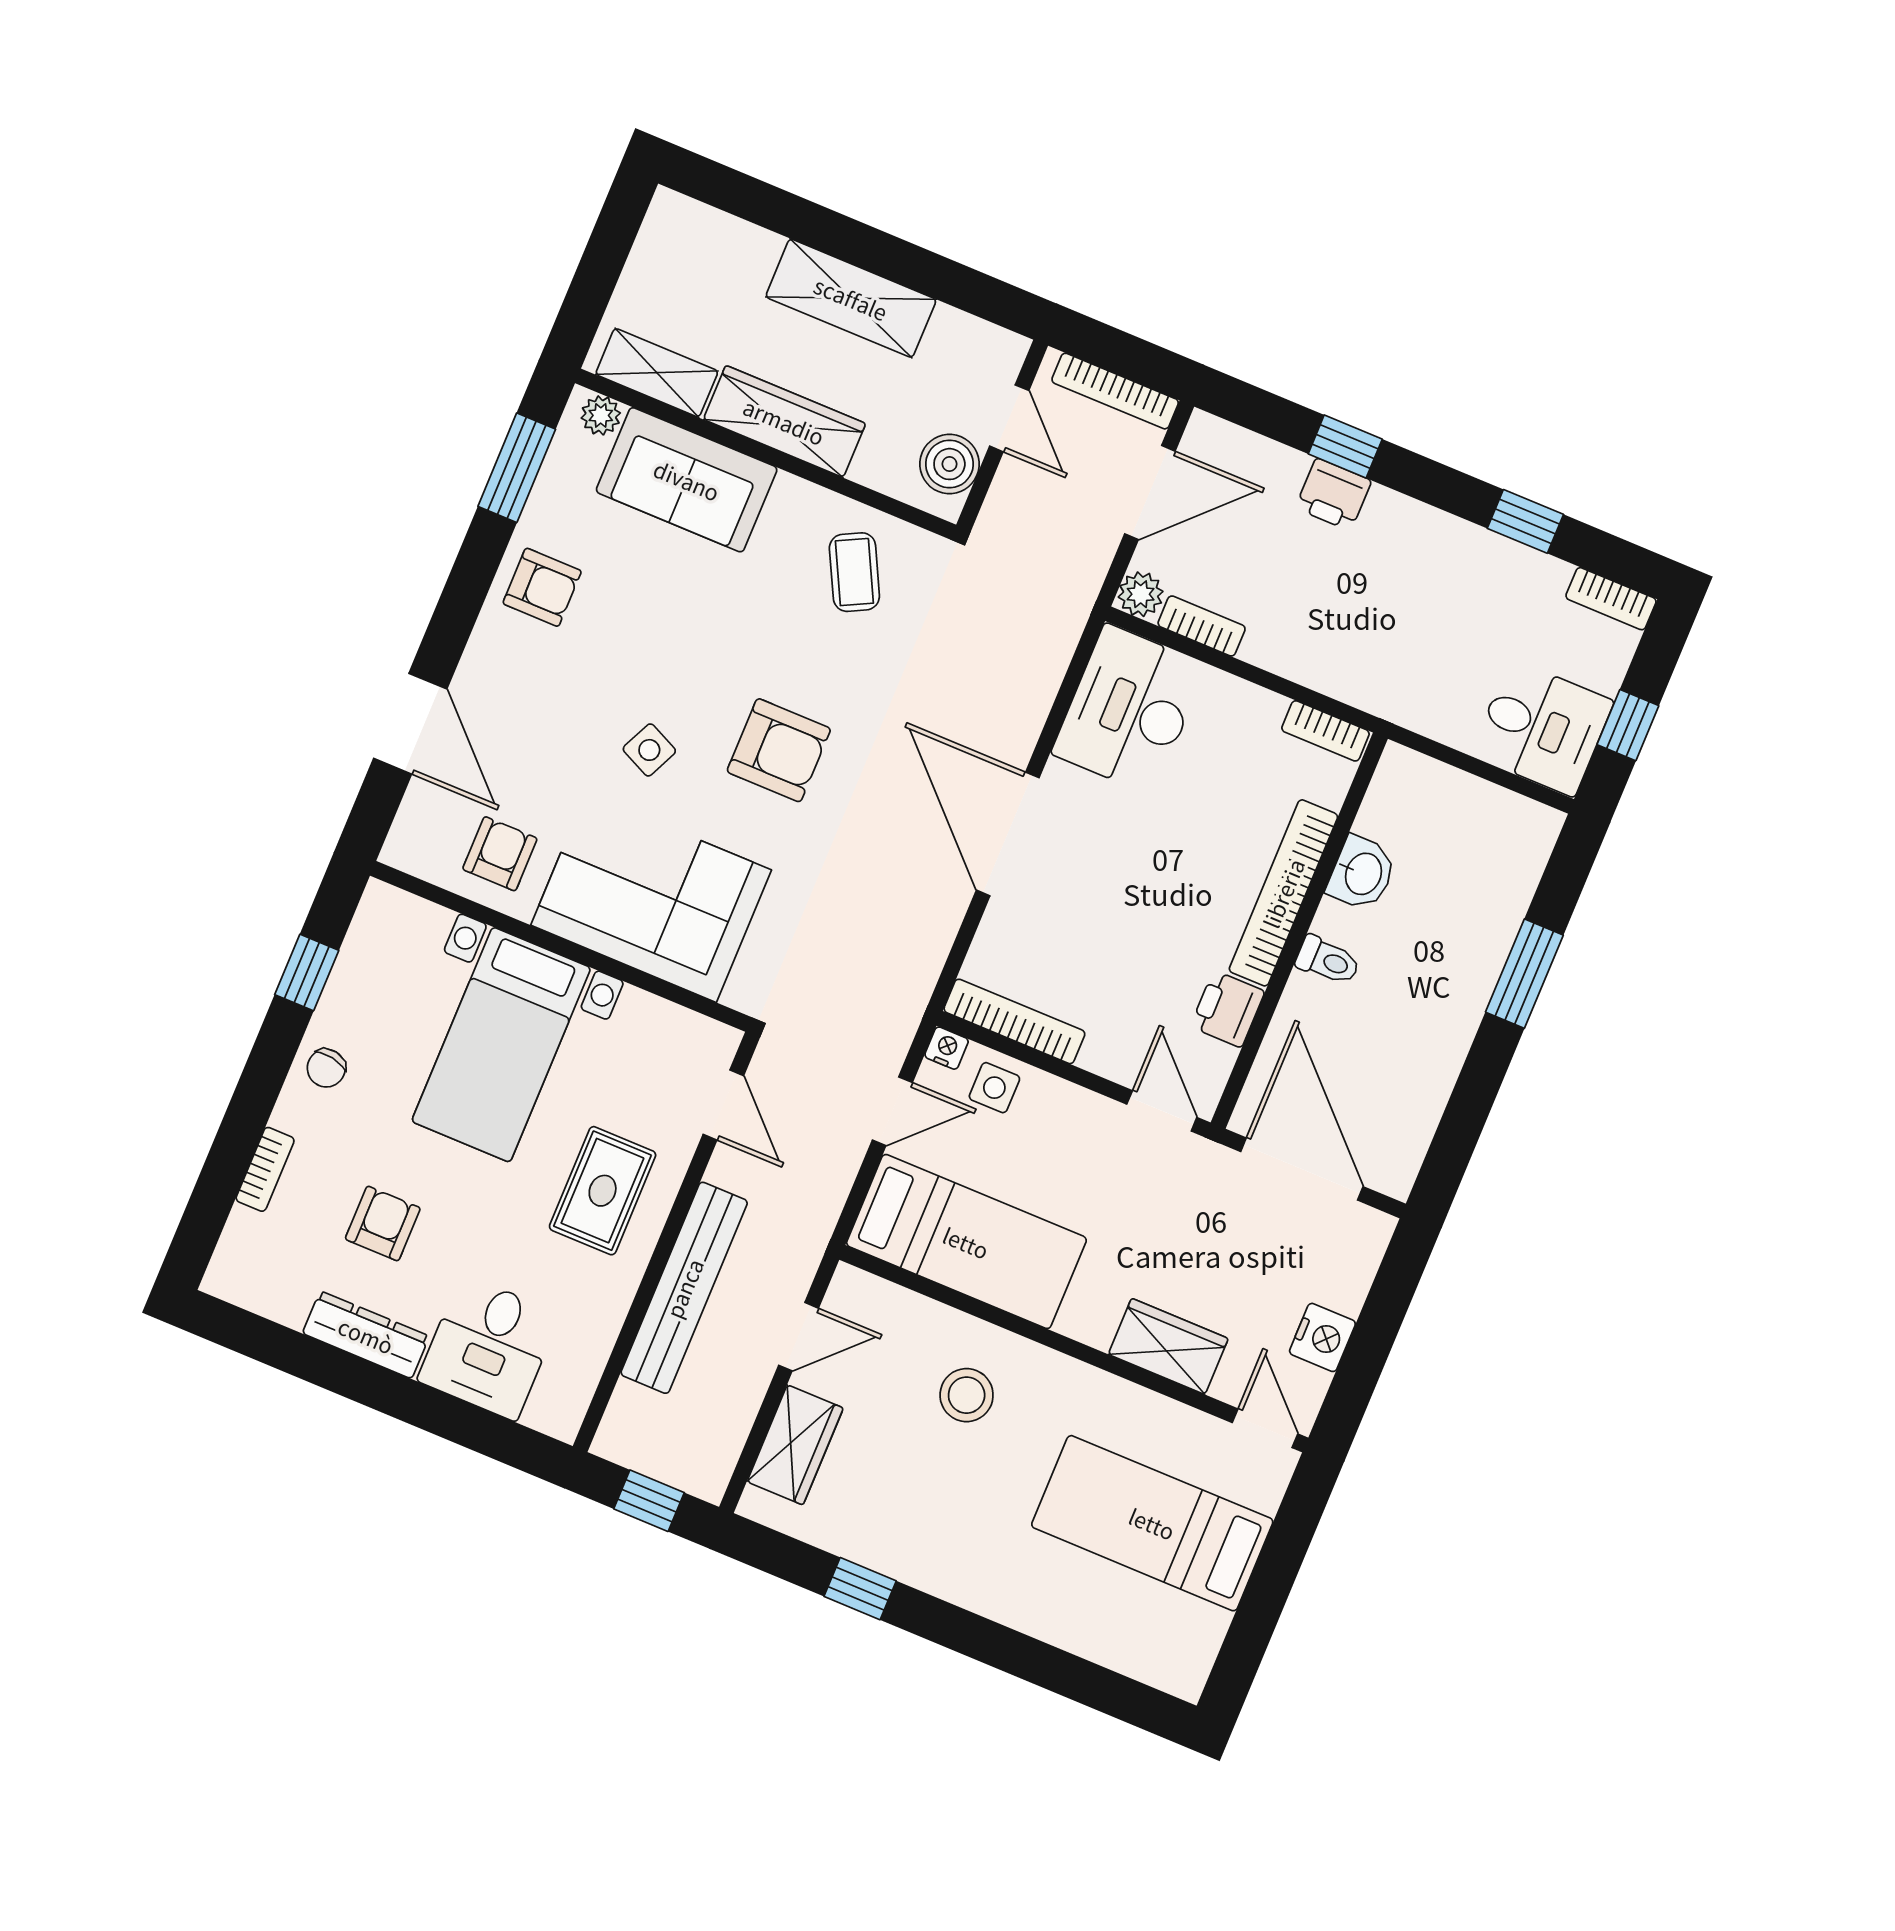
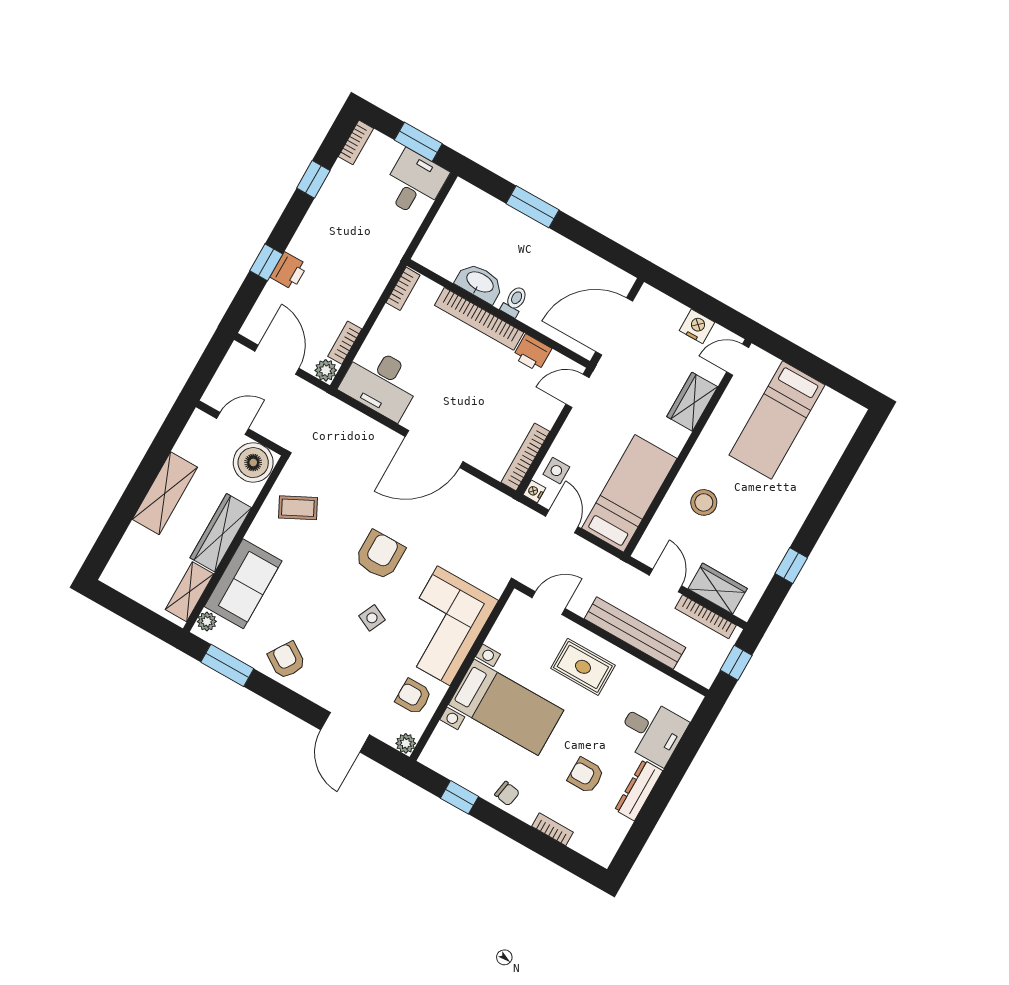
bookcase: (1115, 391) -> (706, 617), moved, turned 90
boiler: (949, 464) -> (253, 463), width x1.37, depth x1.37
armchair: (542, 587) -> (287, 660), turned -57
door: (410, 724) -> (345, 732), swing flipped
window: (1628, 725) -> (418, 142), width x1.50
plant: (403, 850) -> (406, 743), added
washbasin: (1362, 873) -> (480, 283), width x1.38

